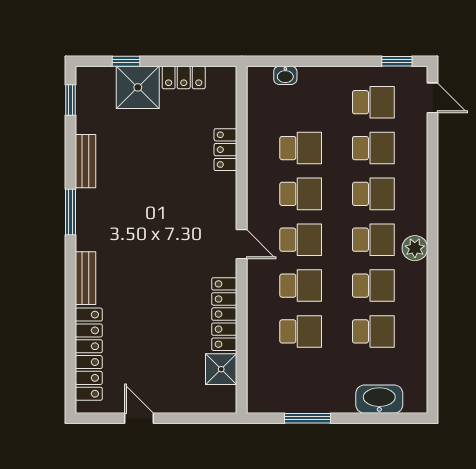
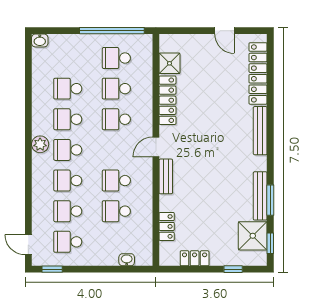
shower: (138, 87) -> (253, 236), moved
locker: (225, 150) -> (167, 226), moved
bench: (85, 161) -> (260, 196), width x1.36
bench: (227, 200) -> (166, 176), added
window: (70, 212) -> (270, 200), moved
school desk: (301, 240) -> (116, 58), moved
door: (242, 244) -> (156, 147), hinge flipped
bench: (85, 278) -> (260, 131), width x1.36
washbasin: (379, 399) -> (40, 40), moved, width x0.52, depth x0.69
window: (307, 418) -> (112, 31), width x2.11

